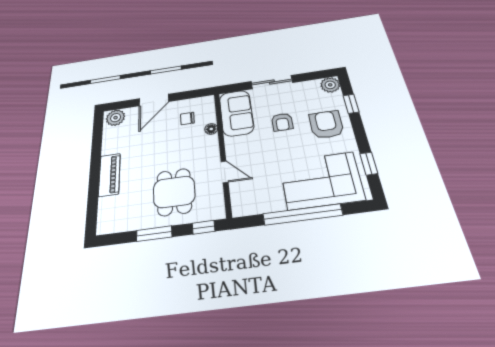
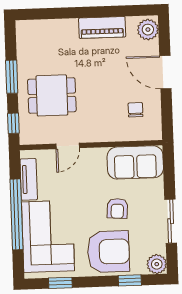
sliding door: (272, 82) -> (171, 221), moved
armchair: (282, 122) -> (117, 208), turned -86
armchair: (326, 124) -> (108, 252), width x1.36, depth x1.36
floor lamp: (211, 129) -> (119, 135), removed
piano: (109, 175) -> (102, 27), moved
tv unit: (263, 206) -> (29, 179), added

